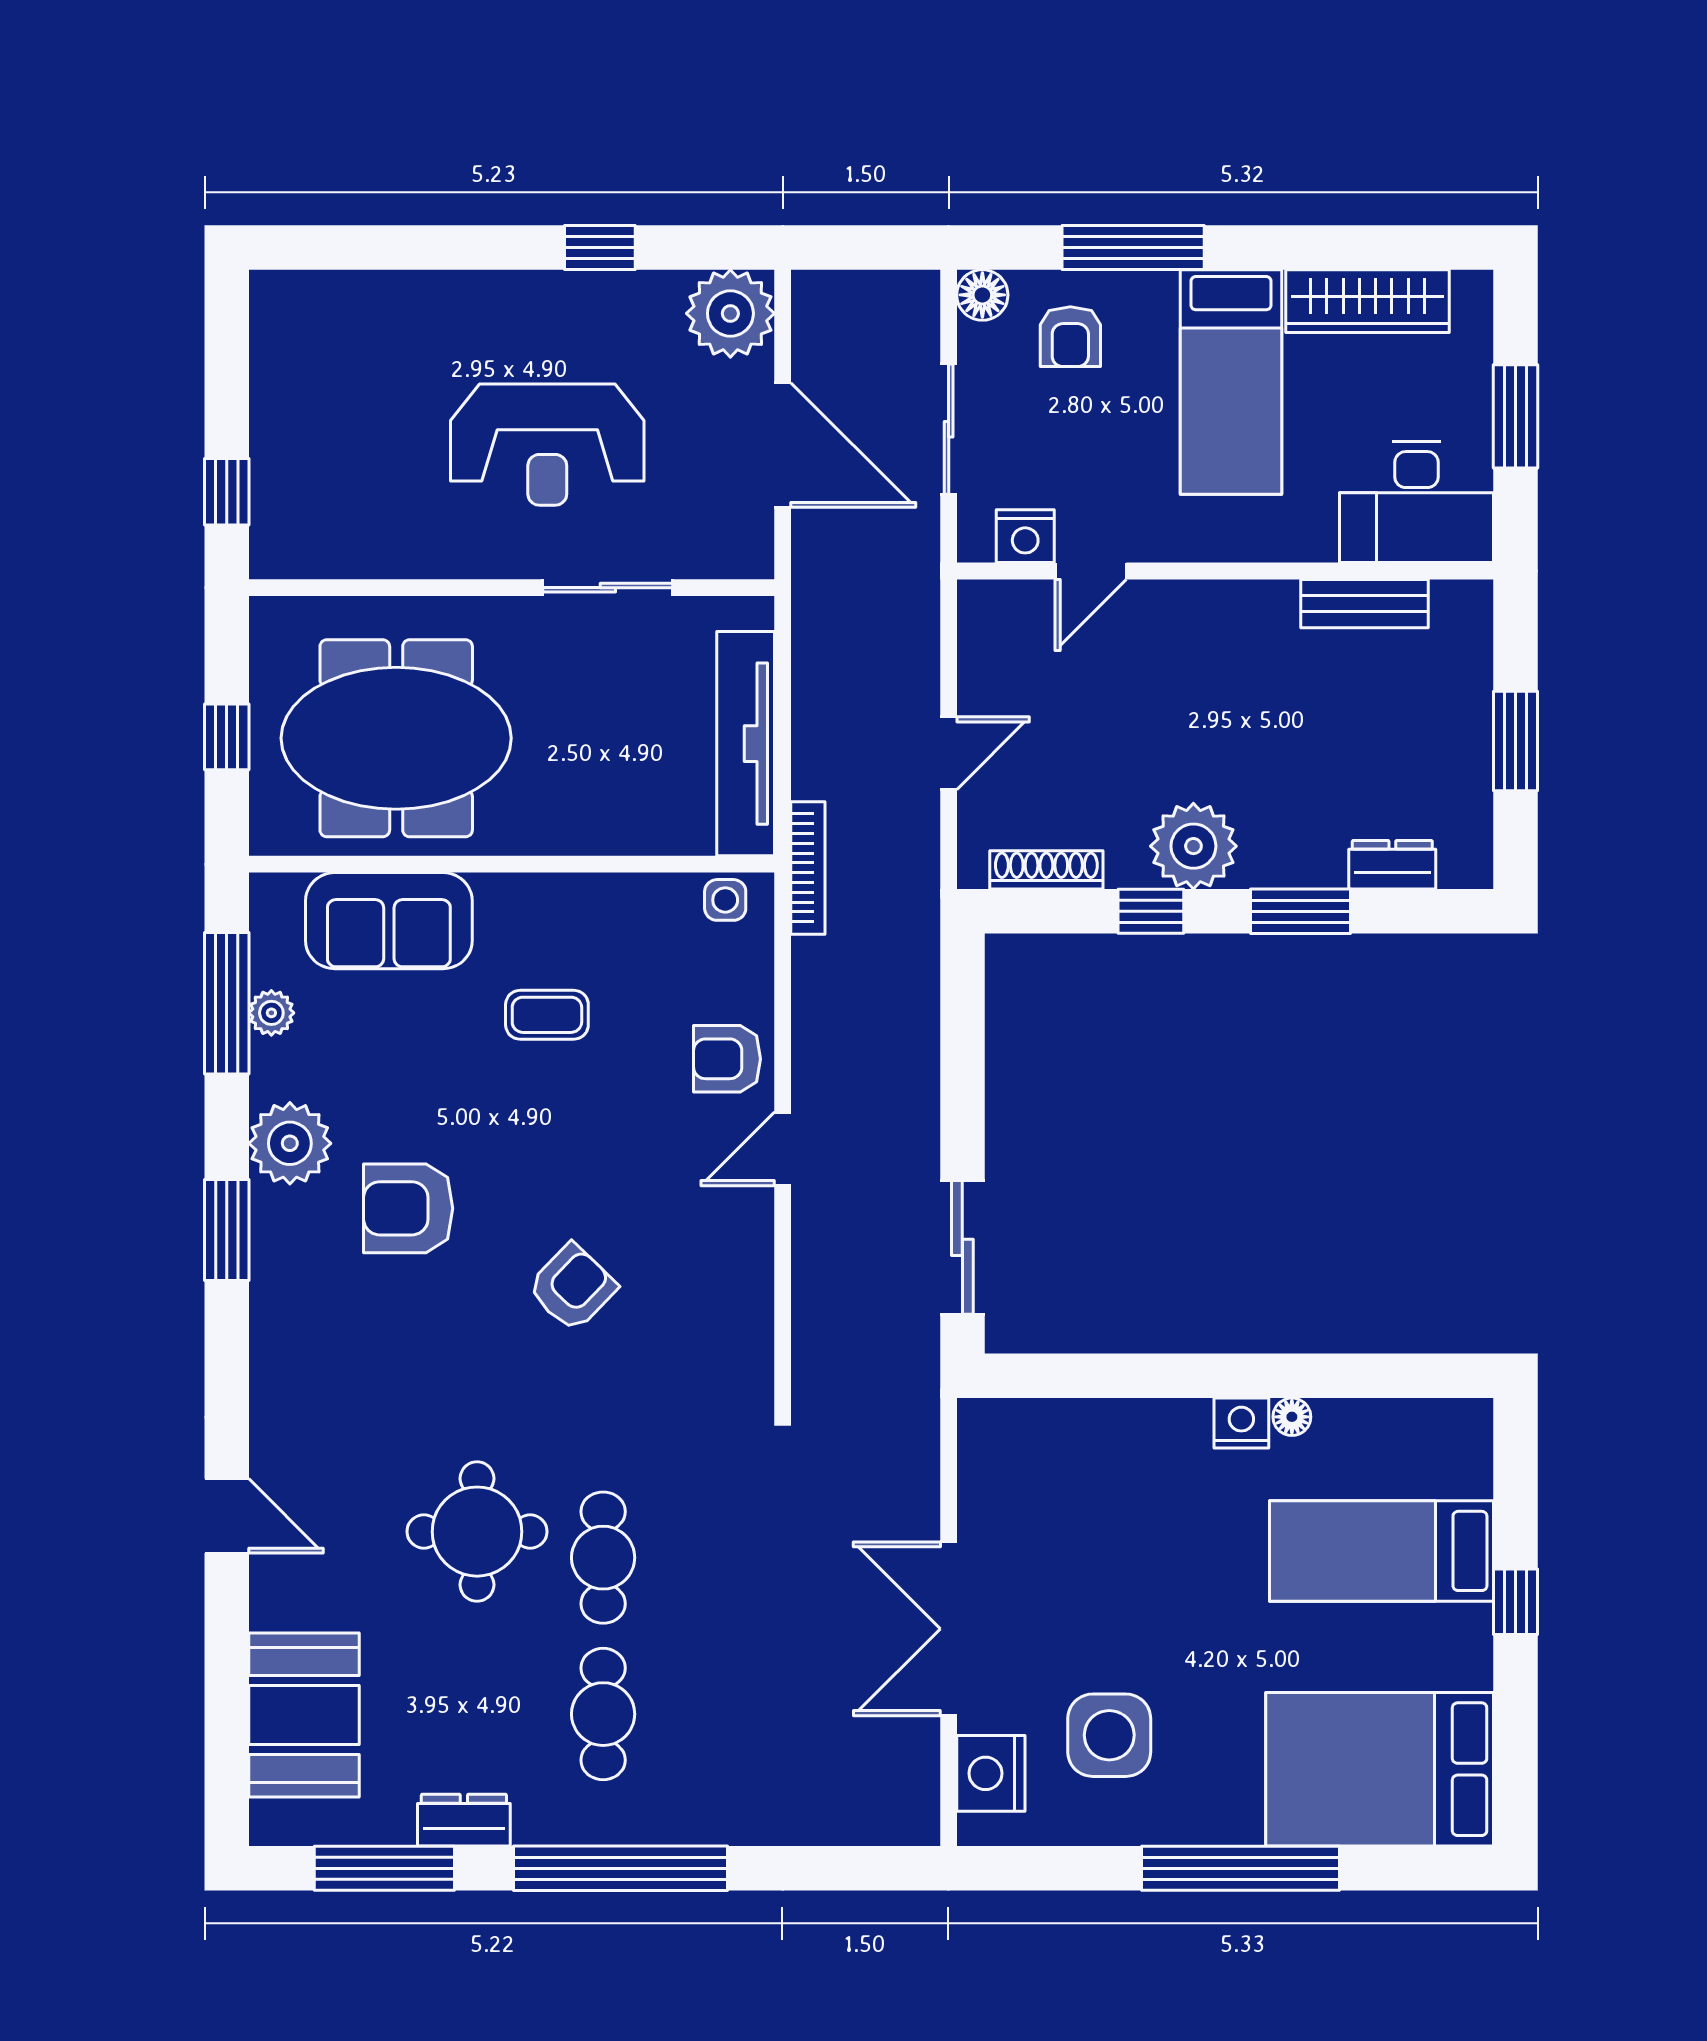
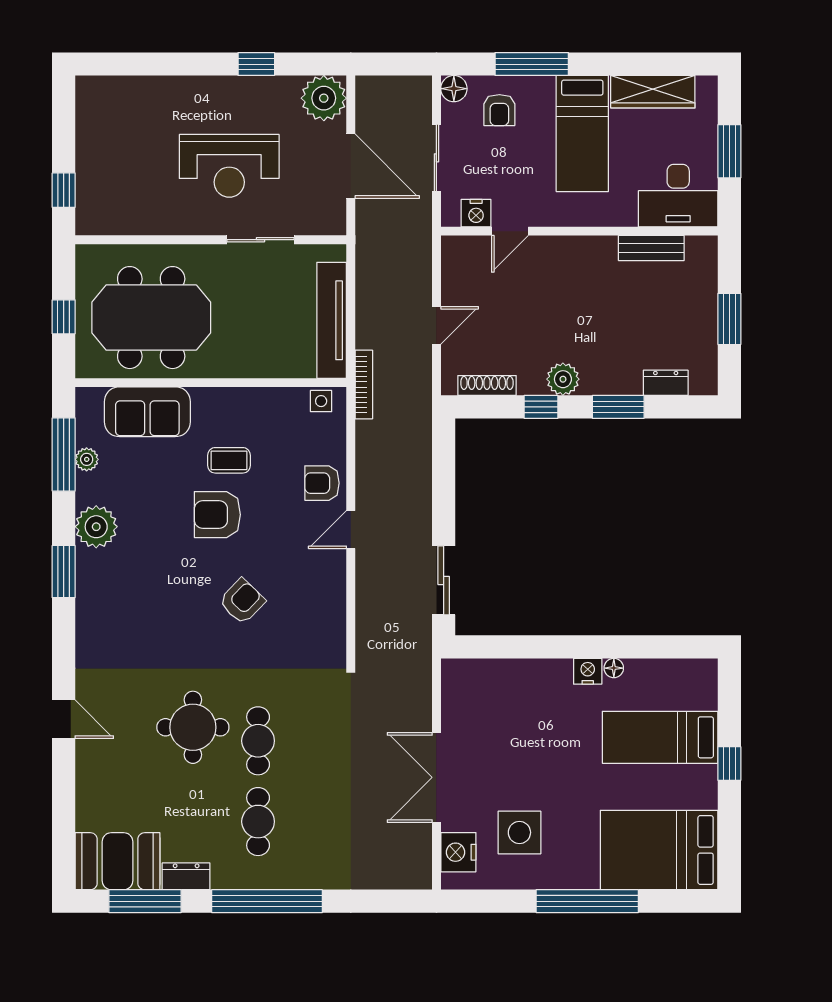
plant: (1193, 846) -> (563, 379), width x0.73, depth x0.73
armchair: (408, 1208) -> (217, 515), moved
booth: (304, 1715) -> (118, 861), moved, turned 90

